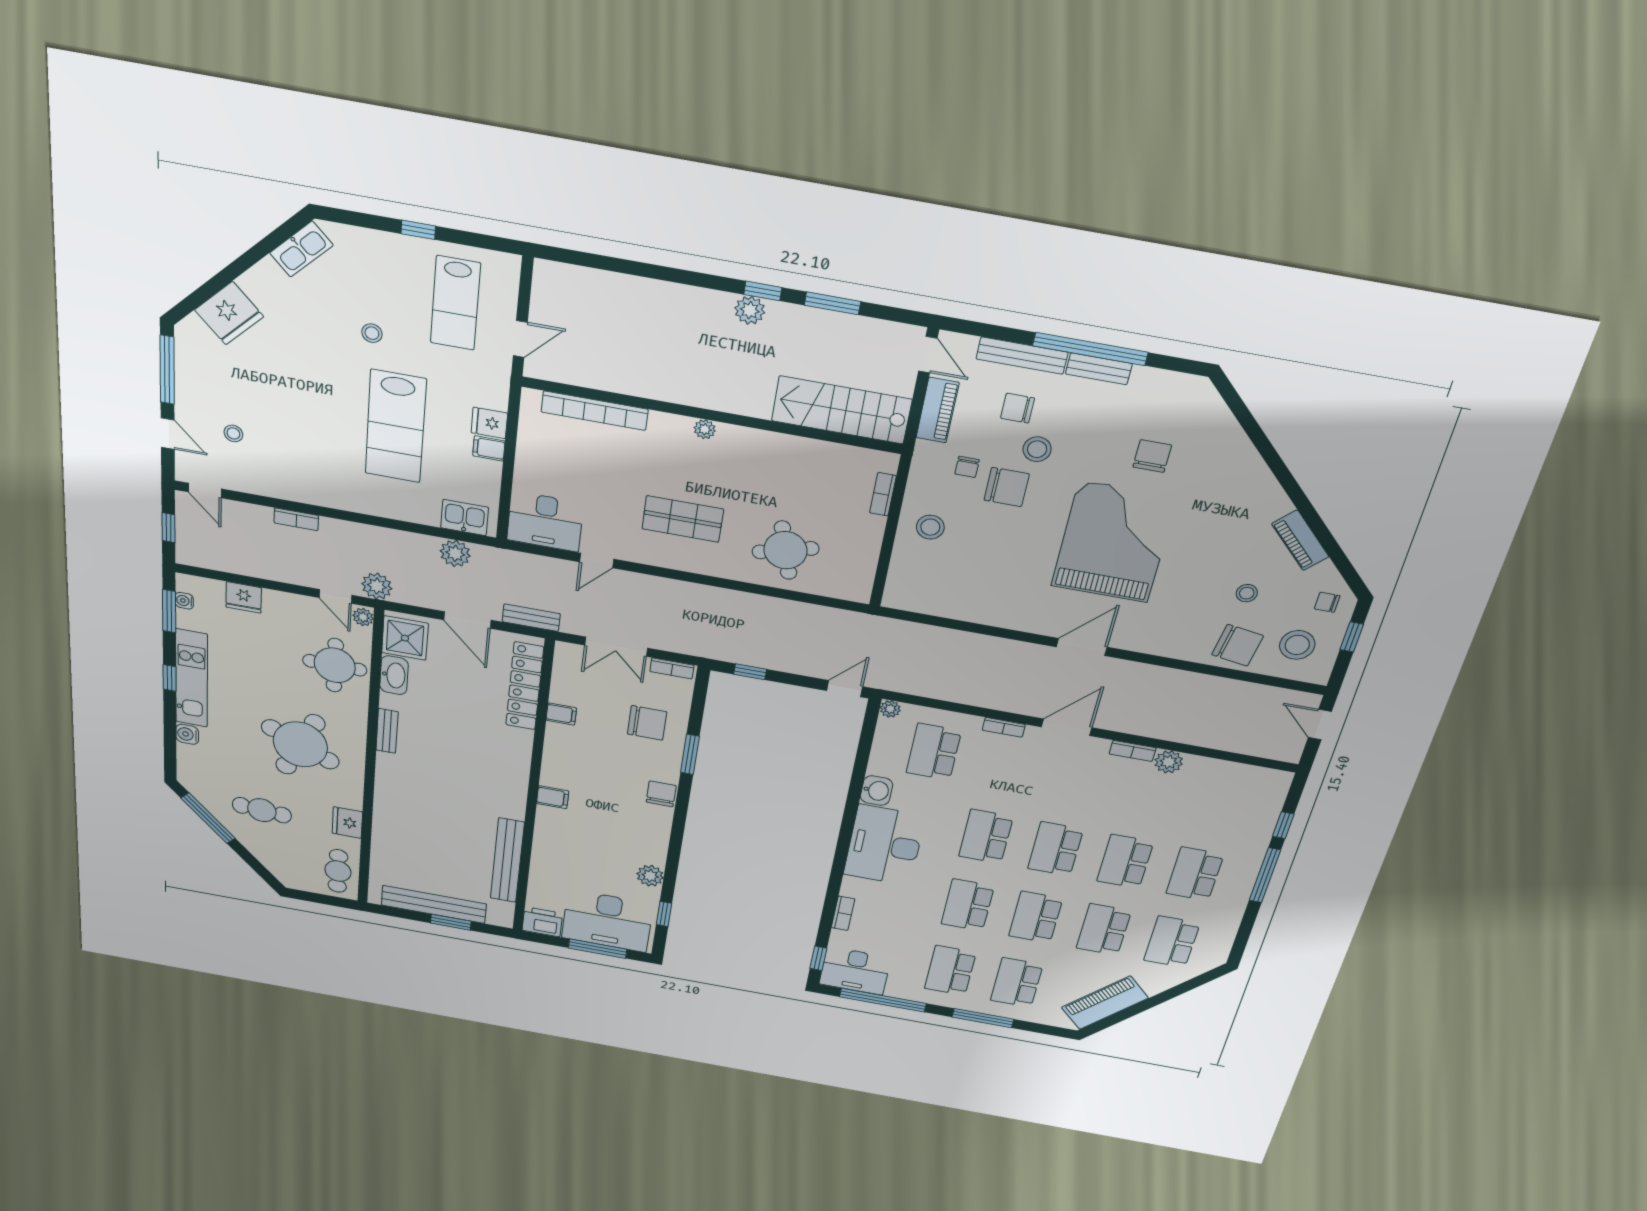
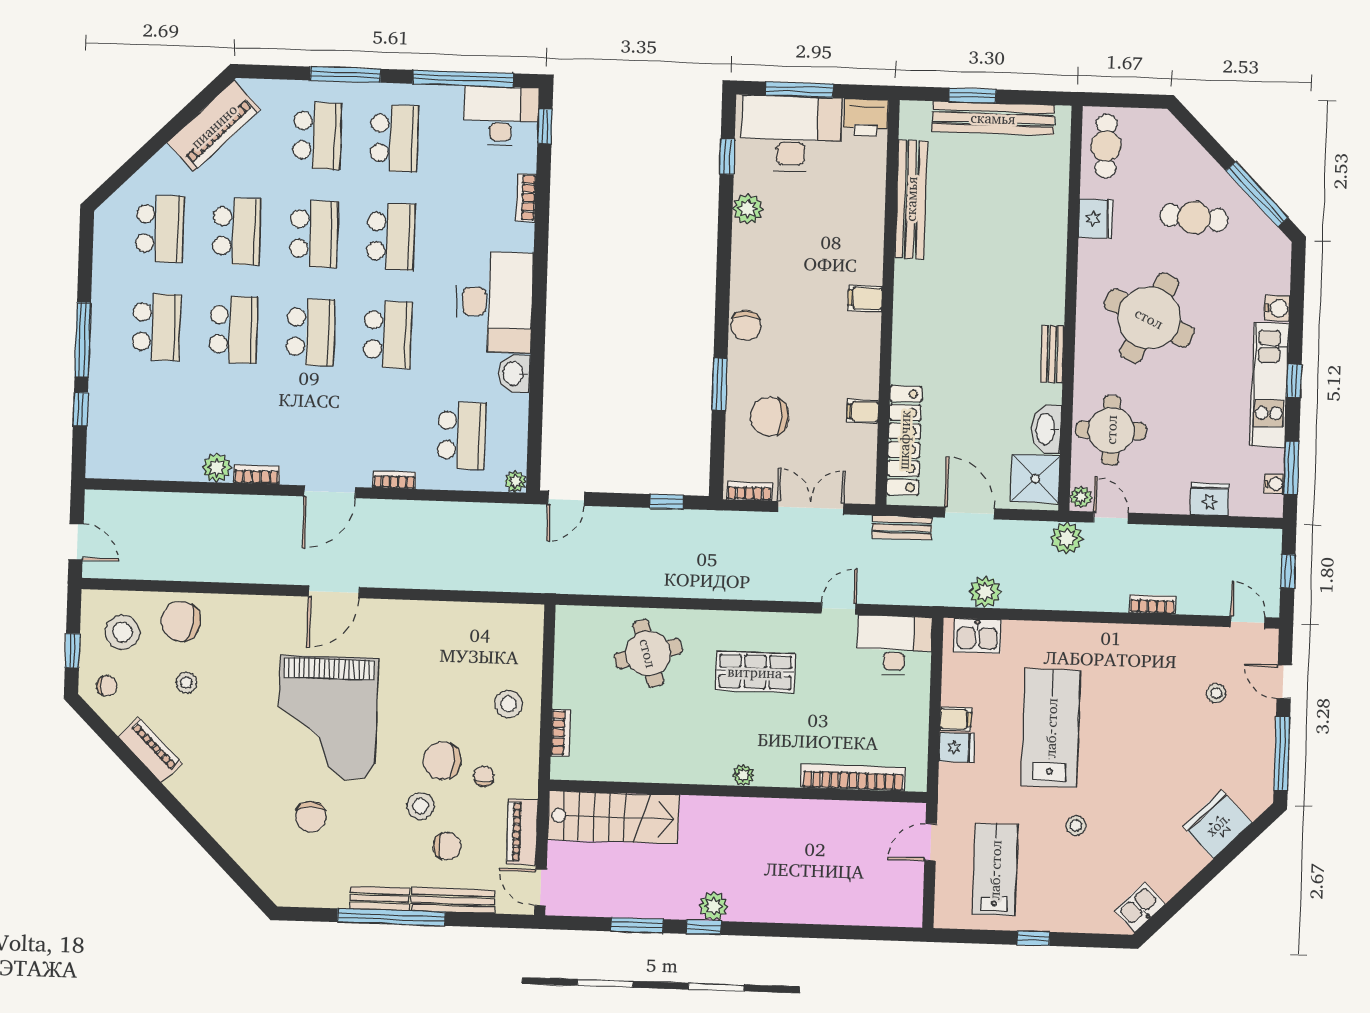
kitchen sink: (301, 249) -> (1140, 907), width x0.73

